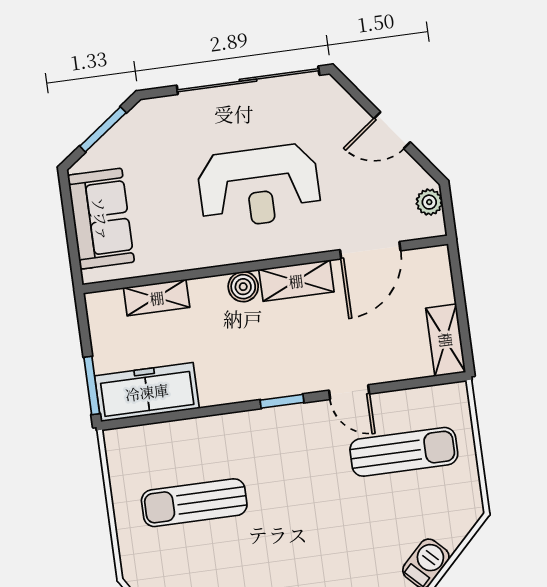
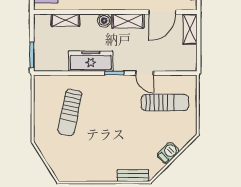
shelving: (446, 340) -> (190, 29), moved
freezer: (147, 392) -> (91, 61), moved
sun lounger: (194, 503) -> (70, 112), turned -78

